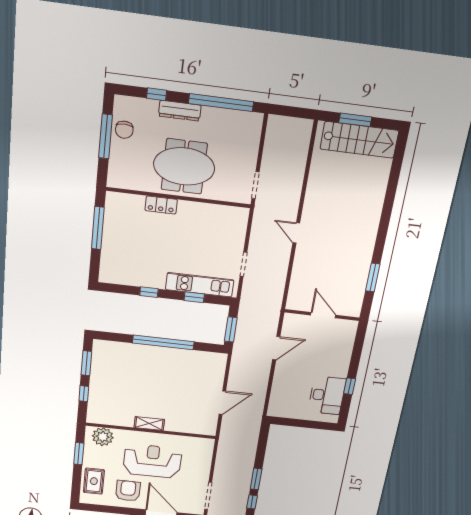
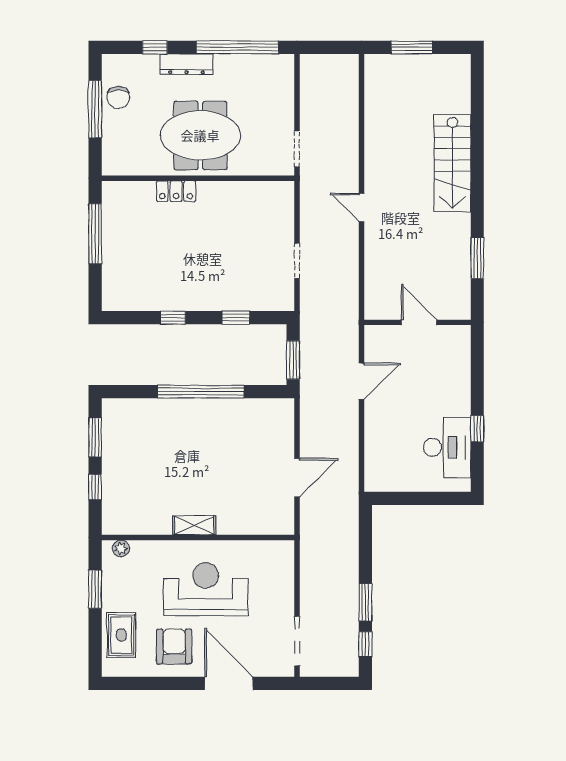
stairs: (359, 140) -> (452, 163), moved, turned 90
kitchen unit: (200, 285) -> (241, 298), removed
plant: (103, 437) -> (121, 548), width x0.53, depth x0.53

